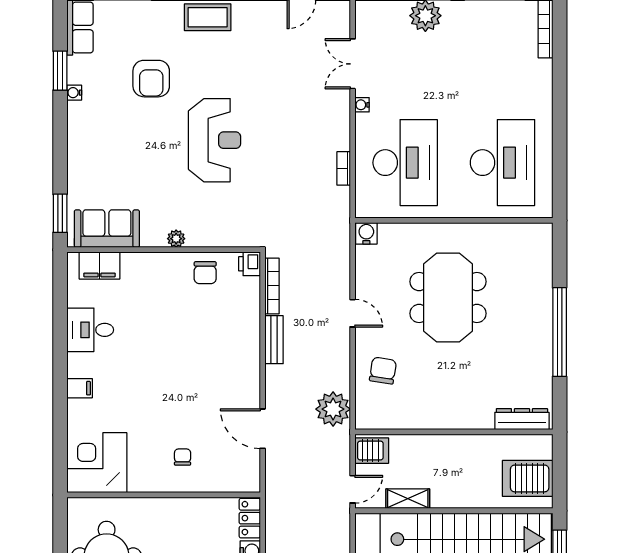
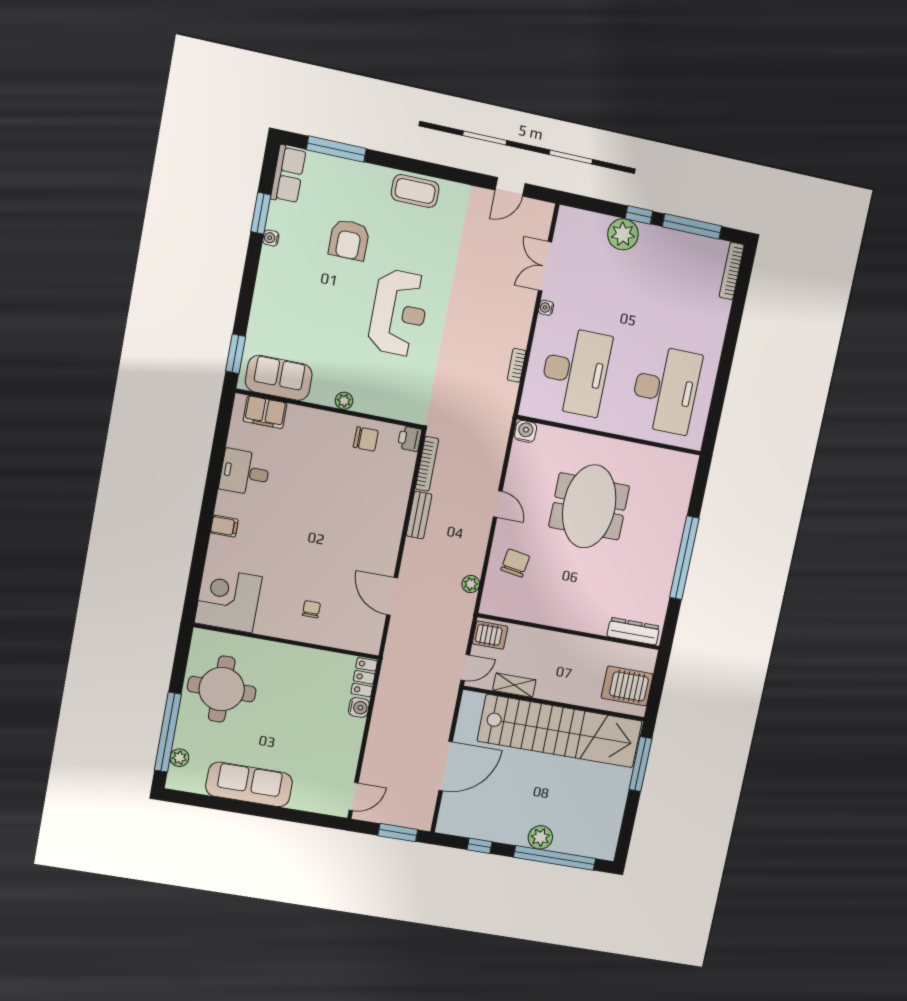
chair: (205, 273) -> (366, 439), turned -90
plant: (333, 409) -> (471, 584), width x0.53, depth x0.53

